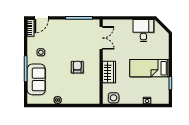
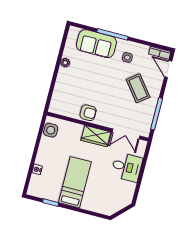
desk: (143, 31) -> (127, 167), moved
coffee table: (63, 38) -> (138, 88), added
armchair: (77, 67) -> (88, 113), moved
wardrobe: (109, 72) -> (96, 136), moved

